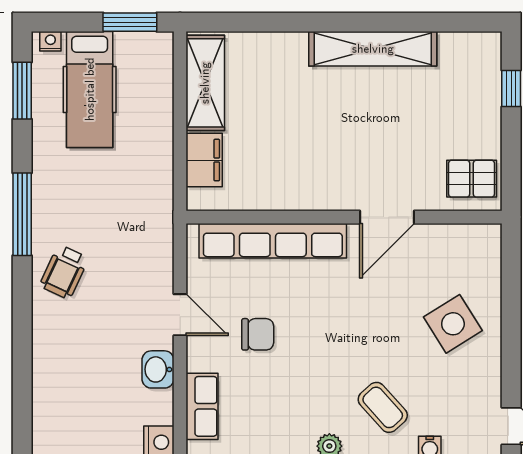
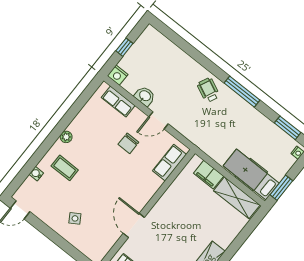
hospital bed: (90, 89) -> (251, 175), moved
row of seats: (273, 241) -> (169, 163), width x0.50
side table: (453, 324) -> (75, 218), width x0.54, depth x0.54
coffee table: (383, 407) -> (65, 168), turned 42

